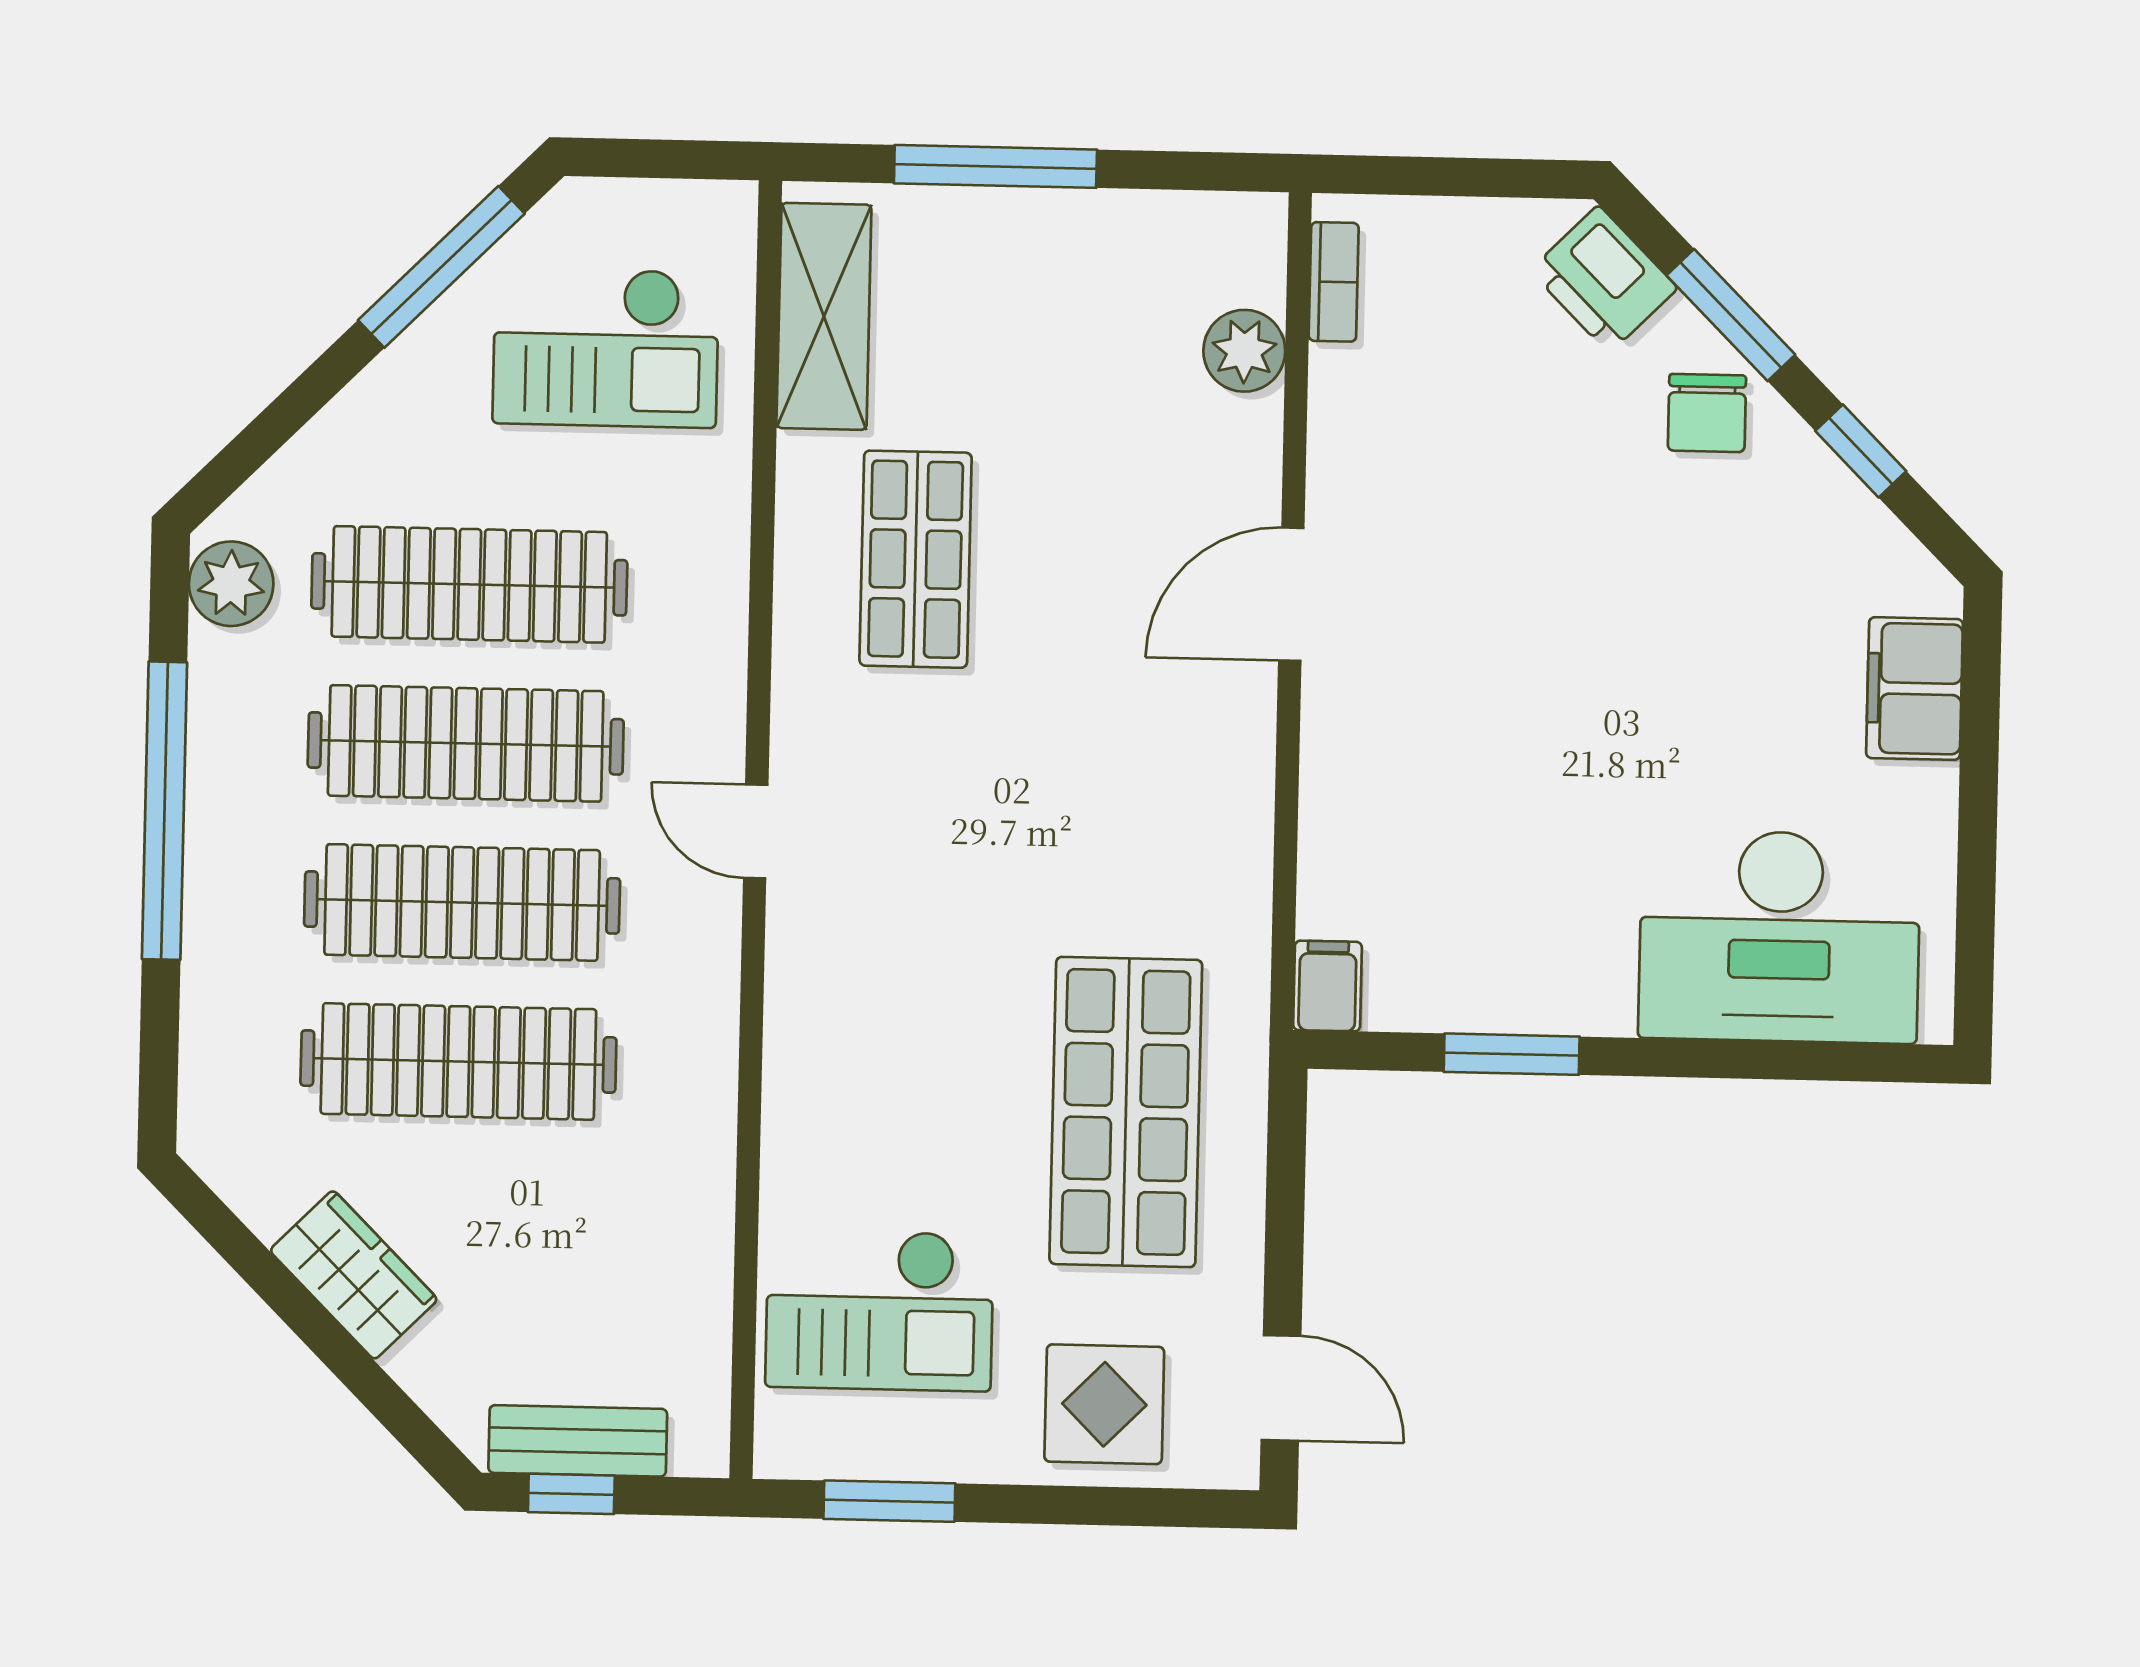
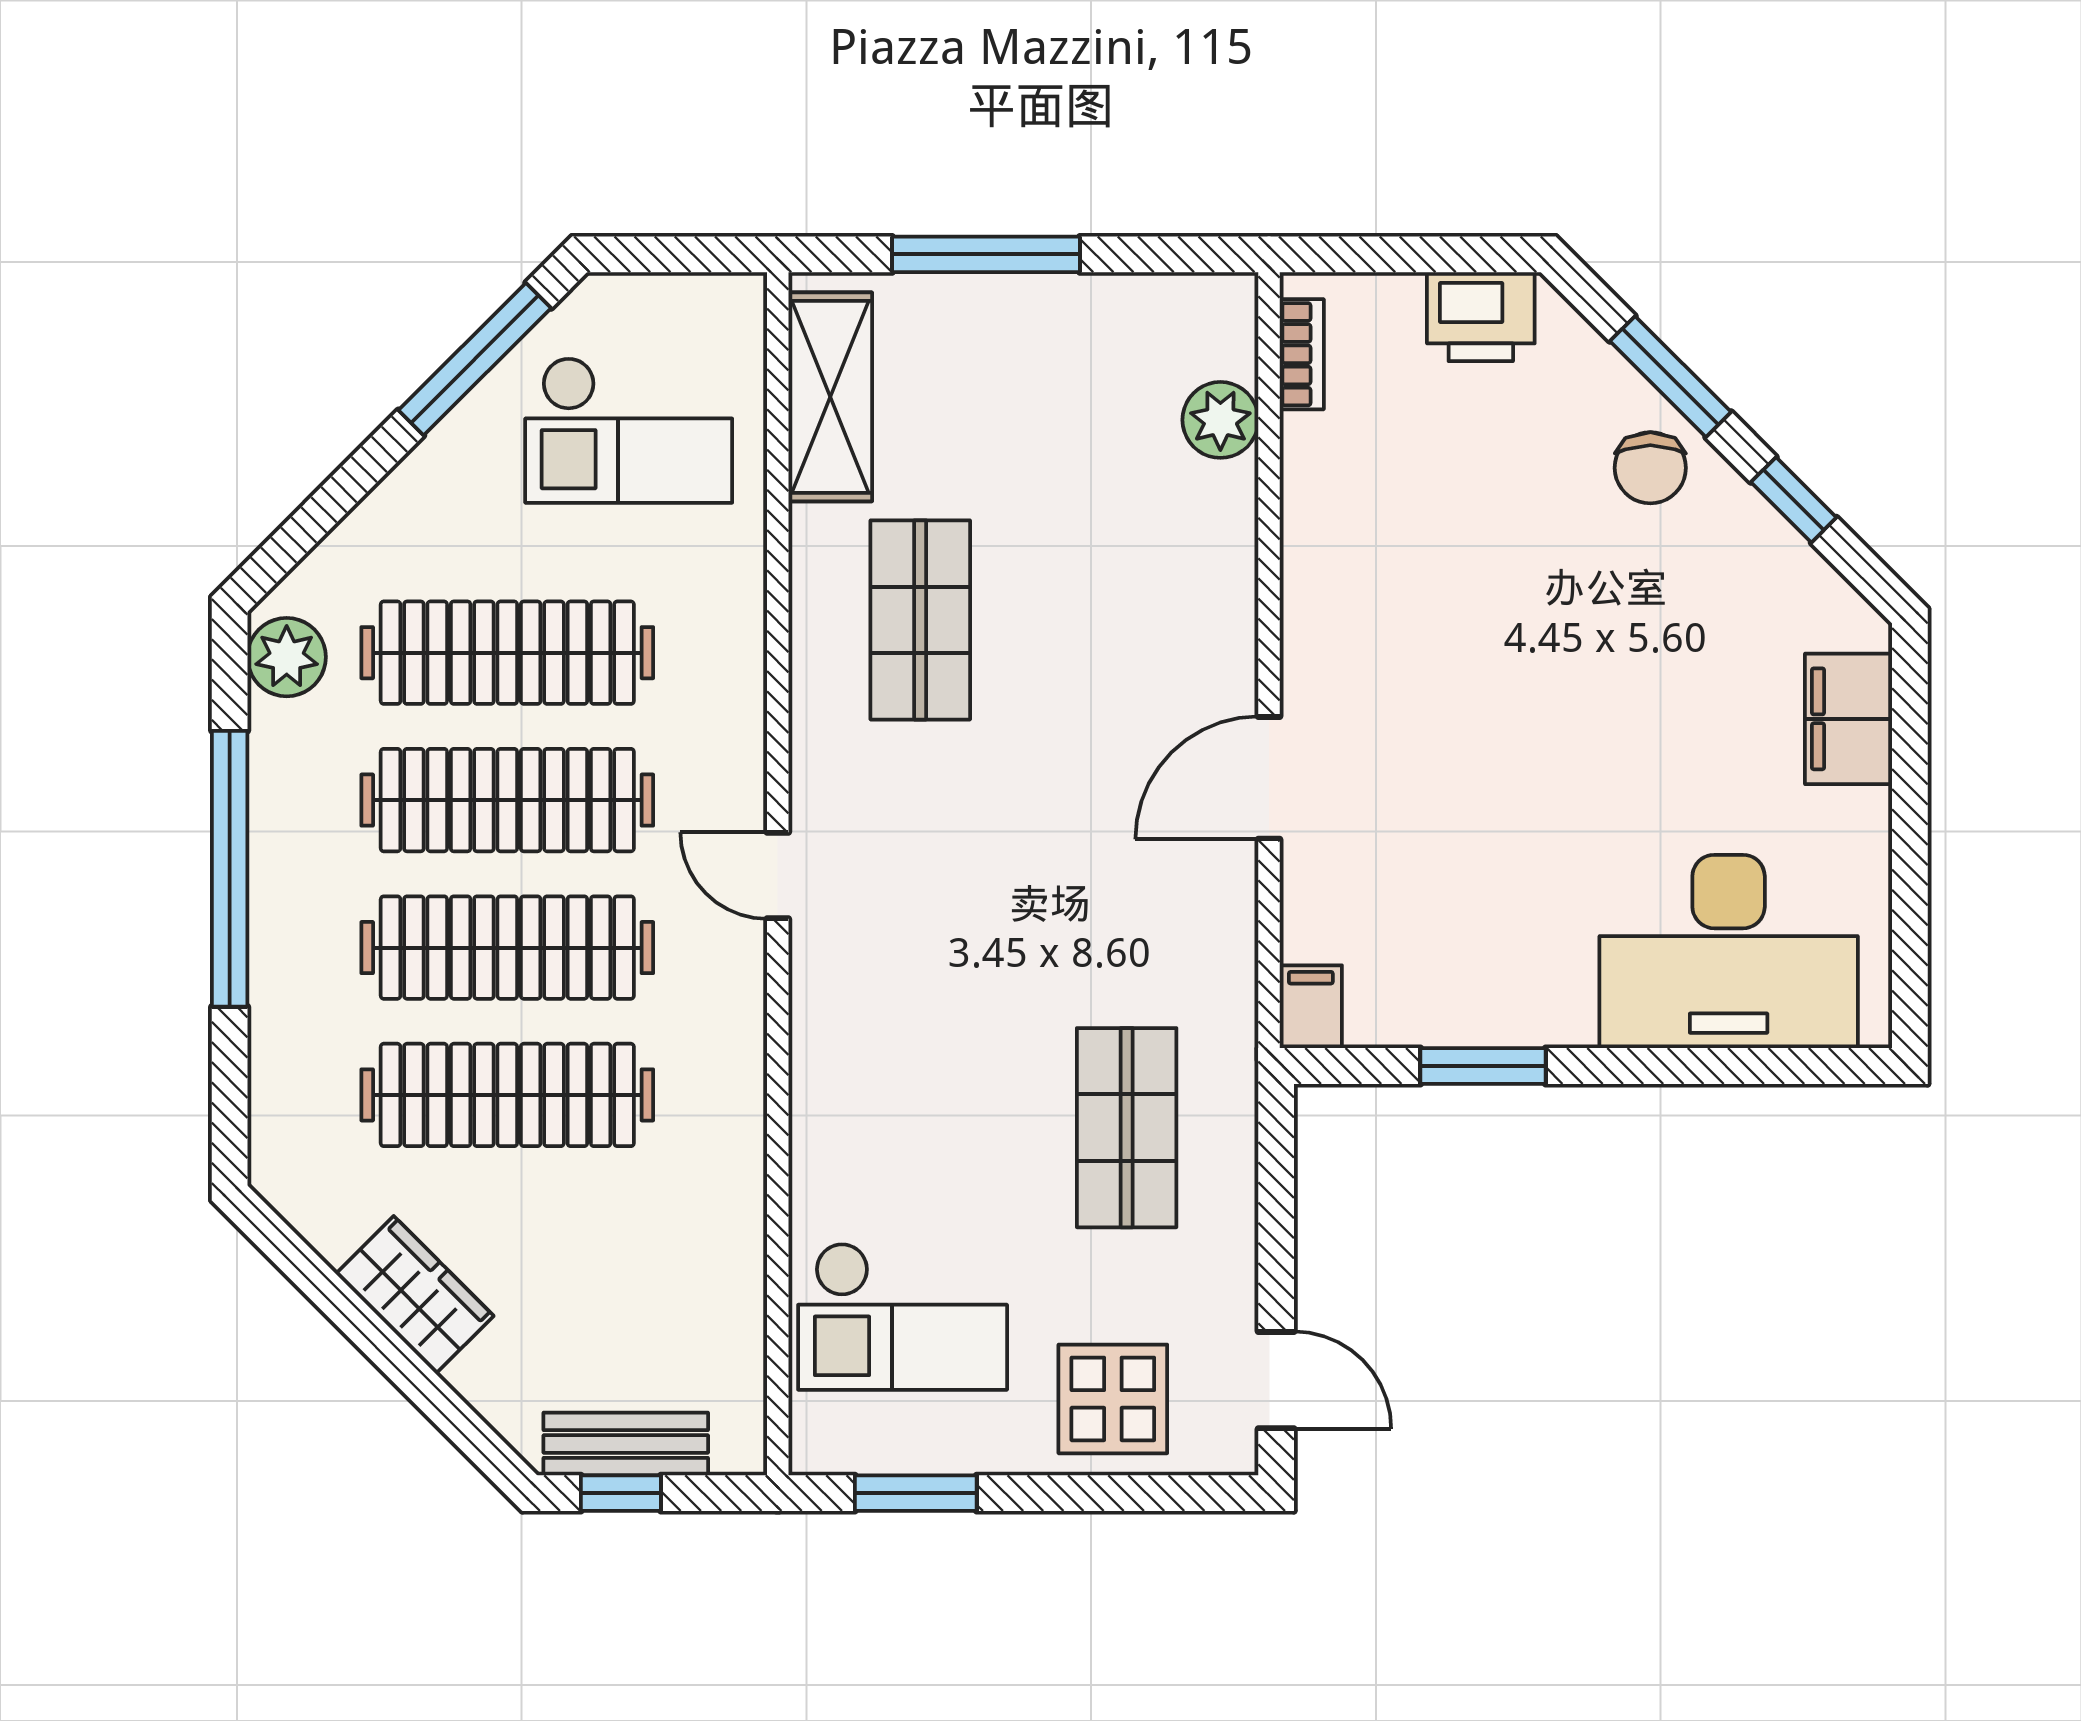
printer: (1604, 279) -> (1481, 317), moved, turned -45
door: (1291, 594) -> (1269, 778), moved
shop shelf: (1126, 1112) -> (1127, 1128), width x0.70, depth x0.74

